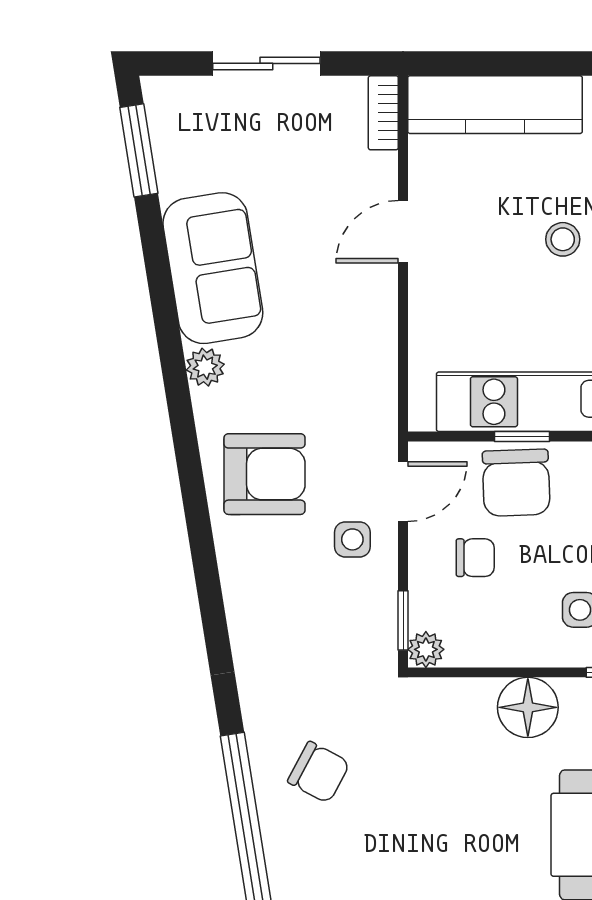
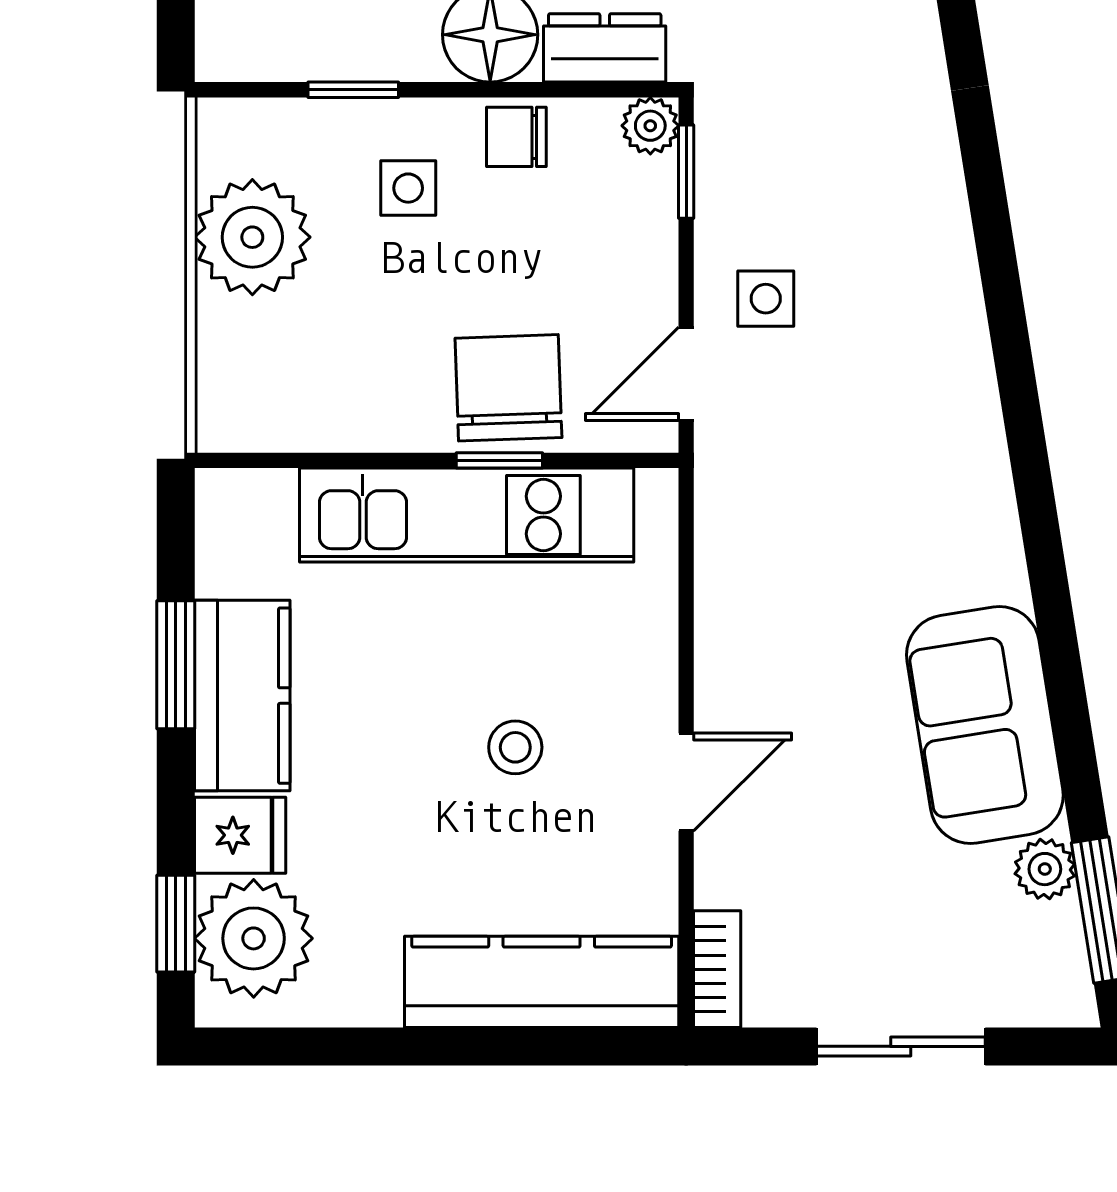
stool: (563, 239) -> (515, 747), moved
plant: (205, 367) -> (1045, 869), moved
armchair: (265, 474) -> (904, 401), removed
chair: (475, 558) -> (516, 137), moved
dresser: (455, 699) -> (605, 48), added

